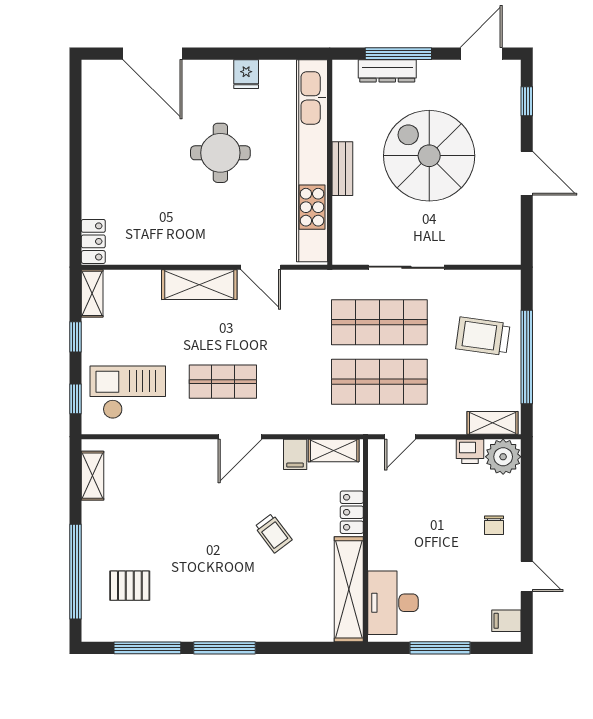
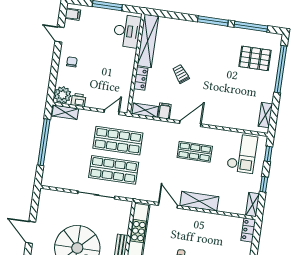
trolley: (483, 336) -> (64, 156), removed
checkout: (128, 392) -> (242, 153), turned -90
pallet: (130, 586) -> (255, 58), width x1.50, depth x1.42

